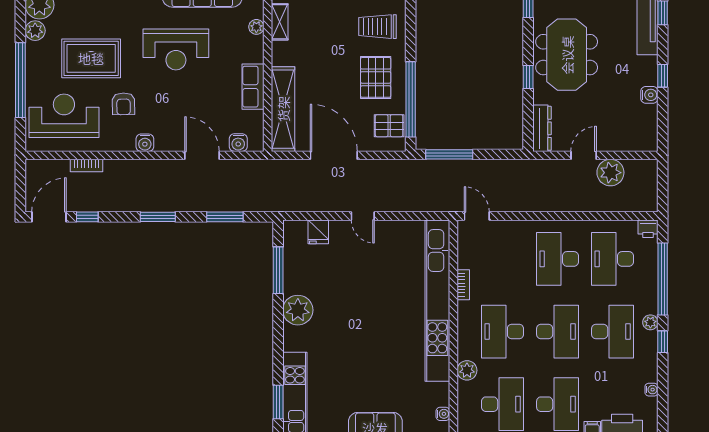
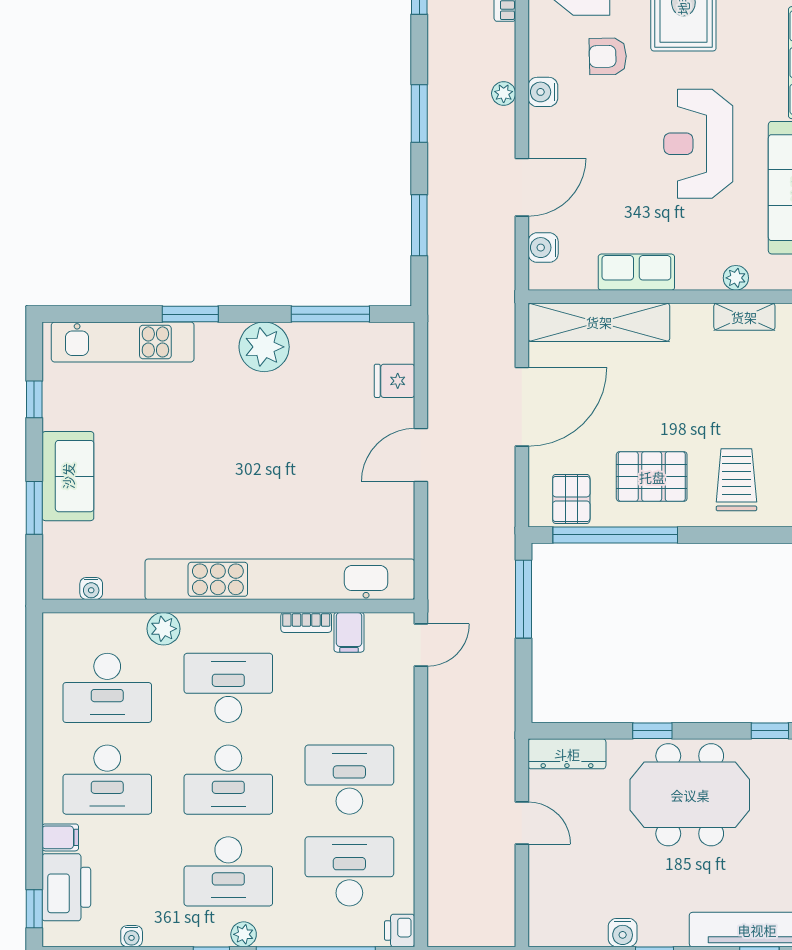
plant: (610, 173) -> (504, 93), moved, width x0.53, depth x0.53
door: (363, 216) -> (421, 455), width x1.38
filing cabinet: (469, 259) -> (349, 632), added
window: (278, 402) -> (190, 314), moved

